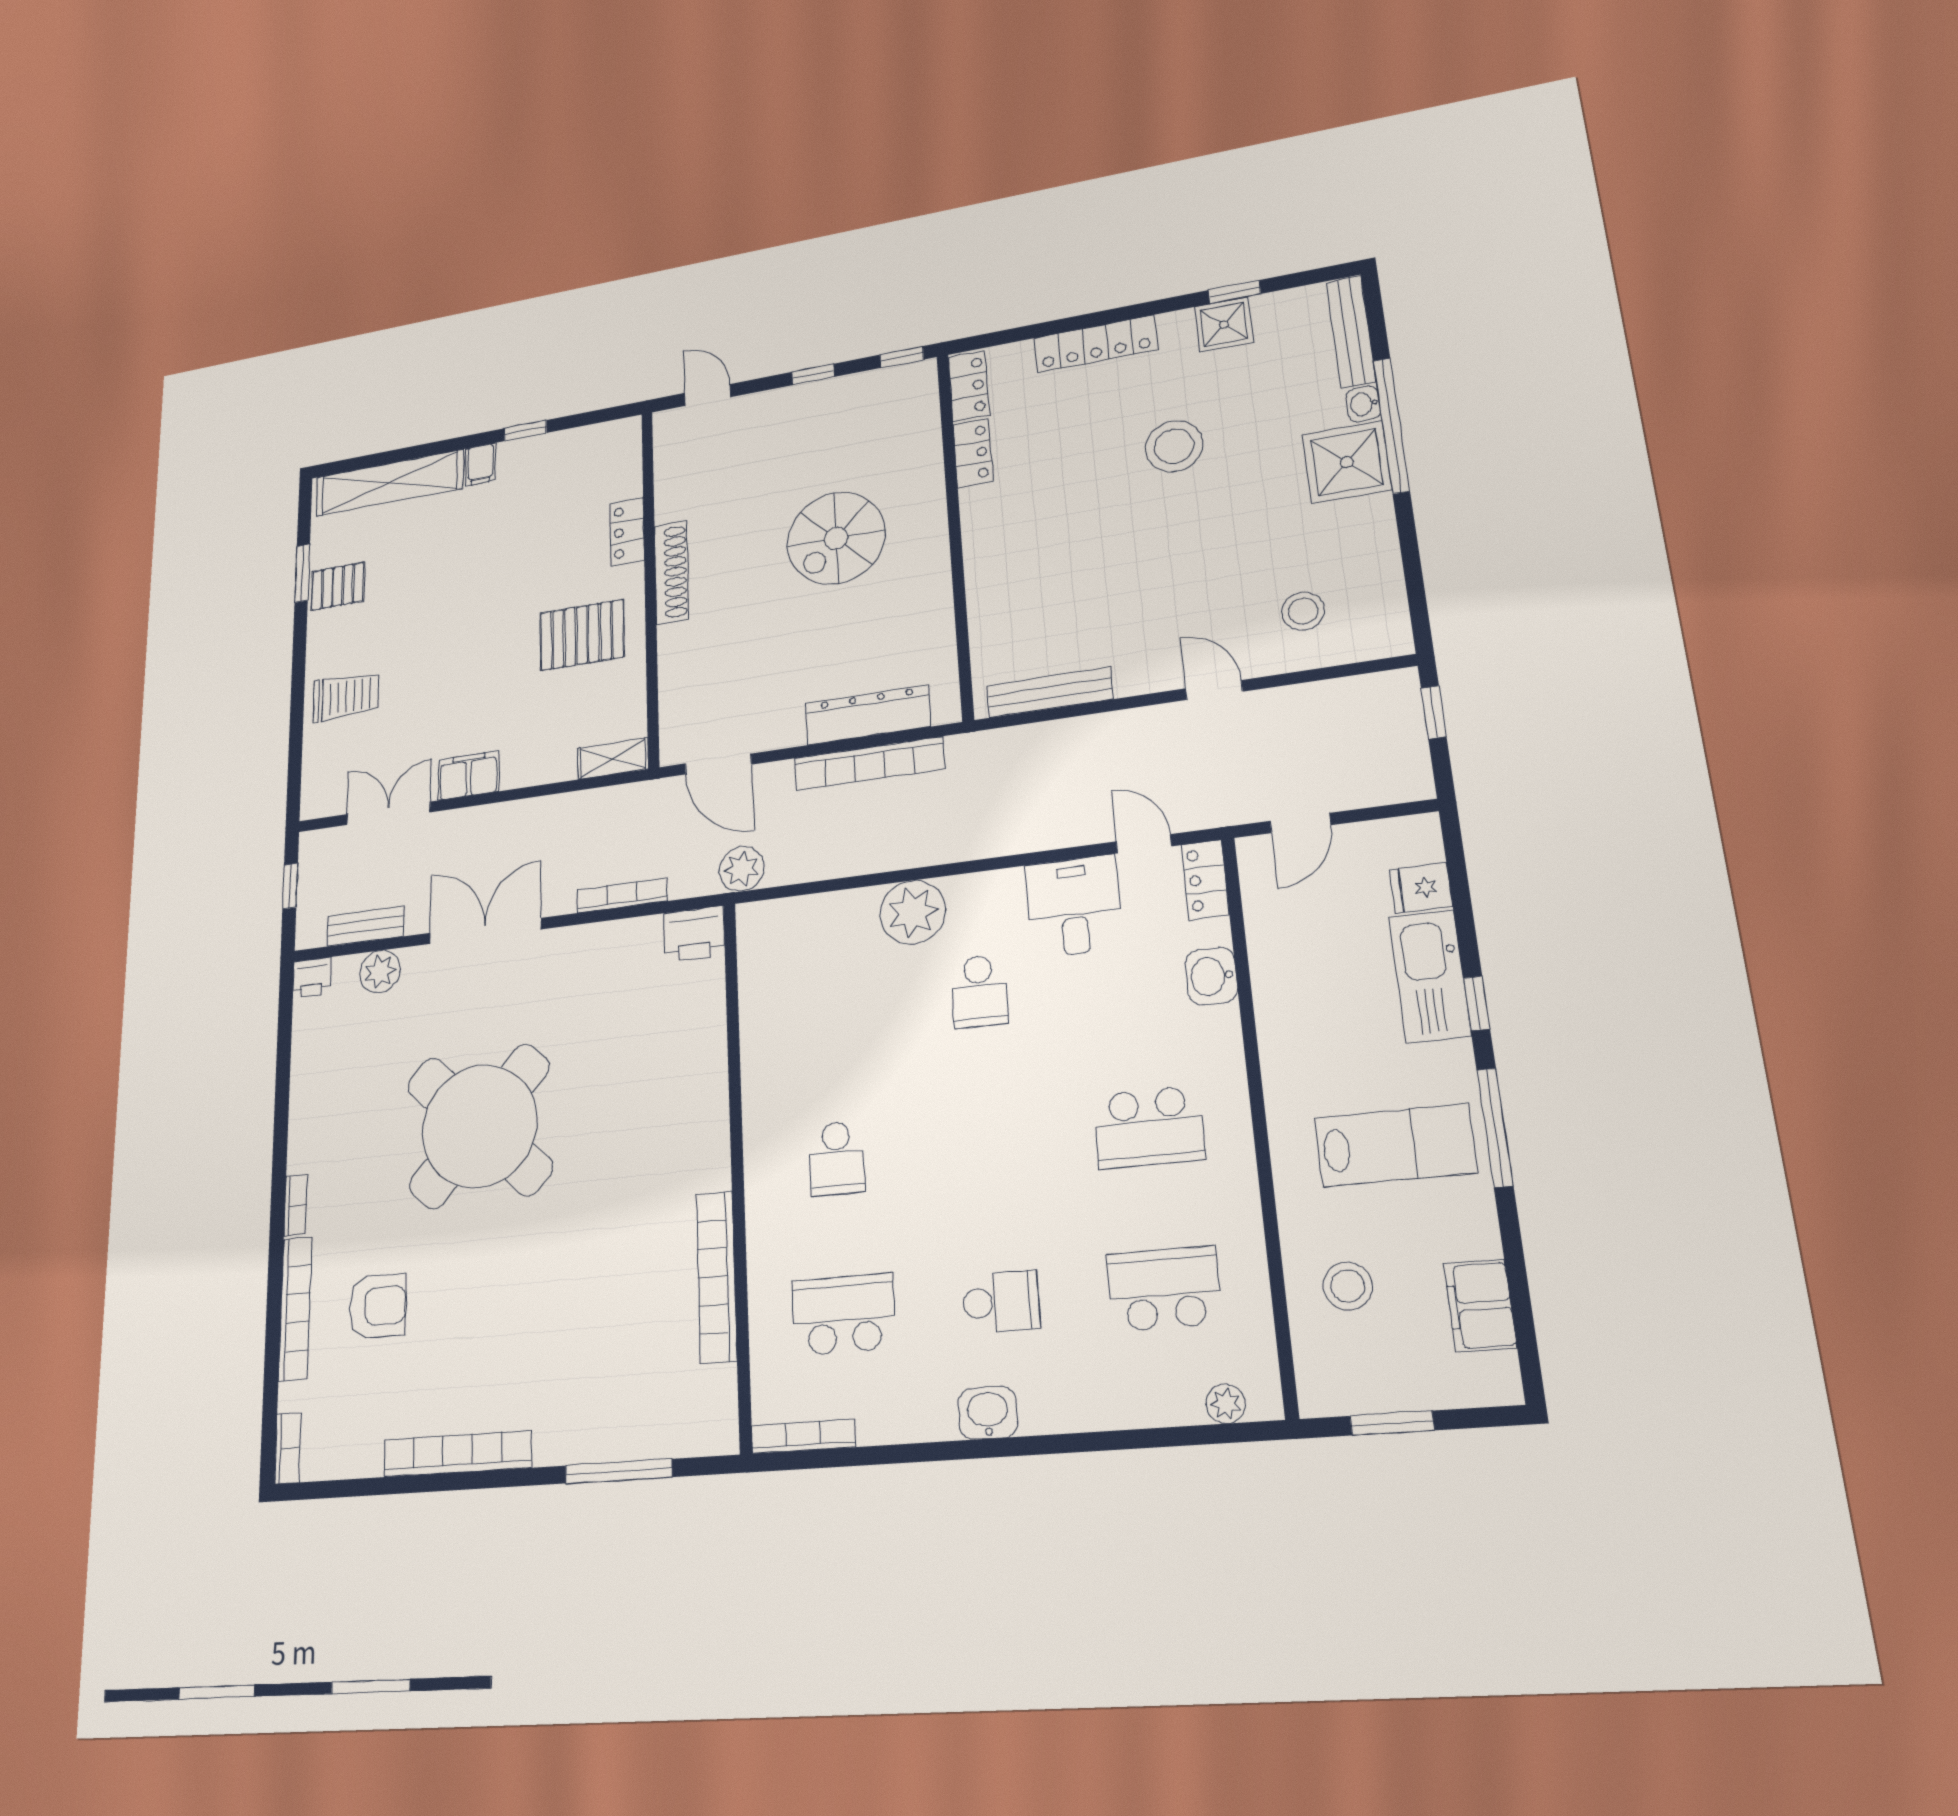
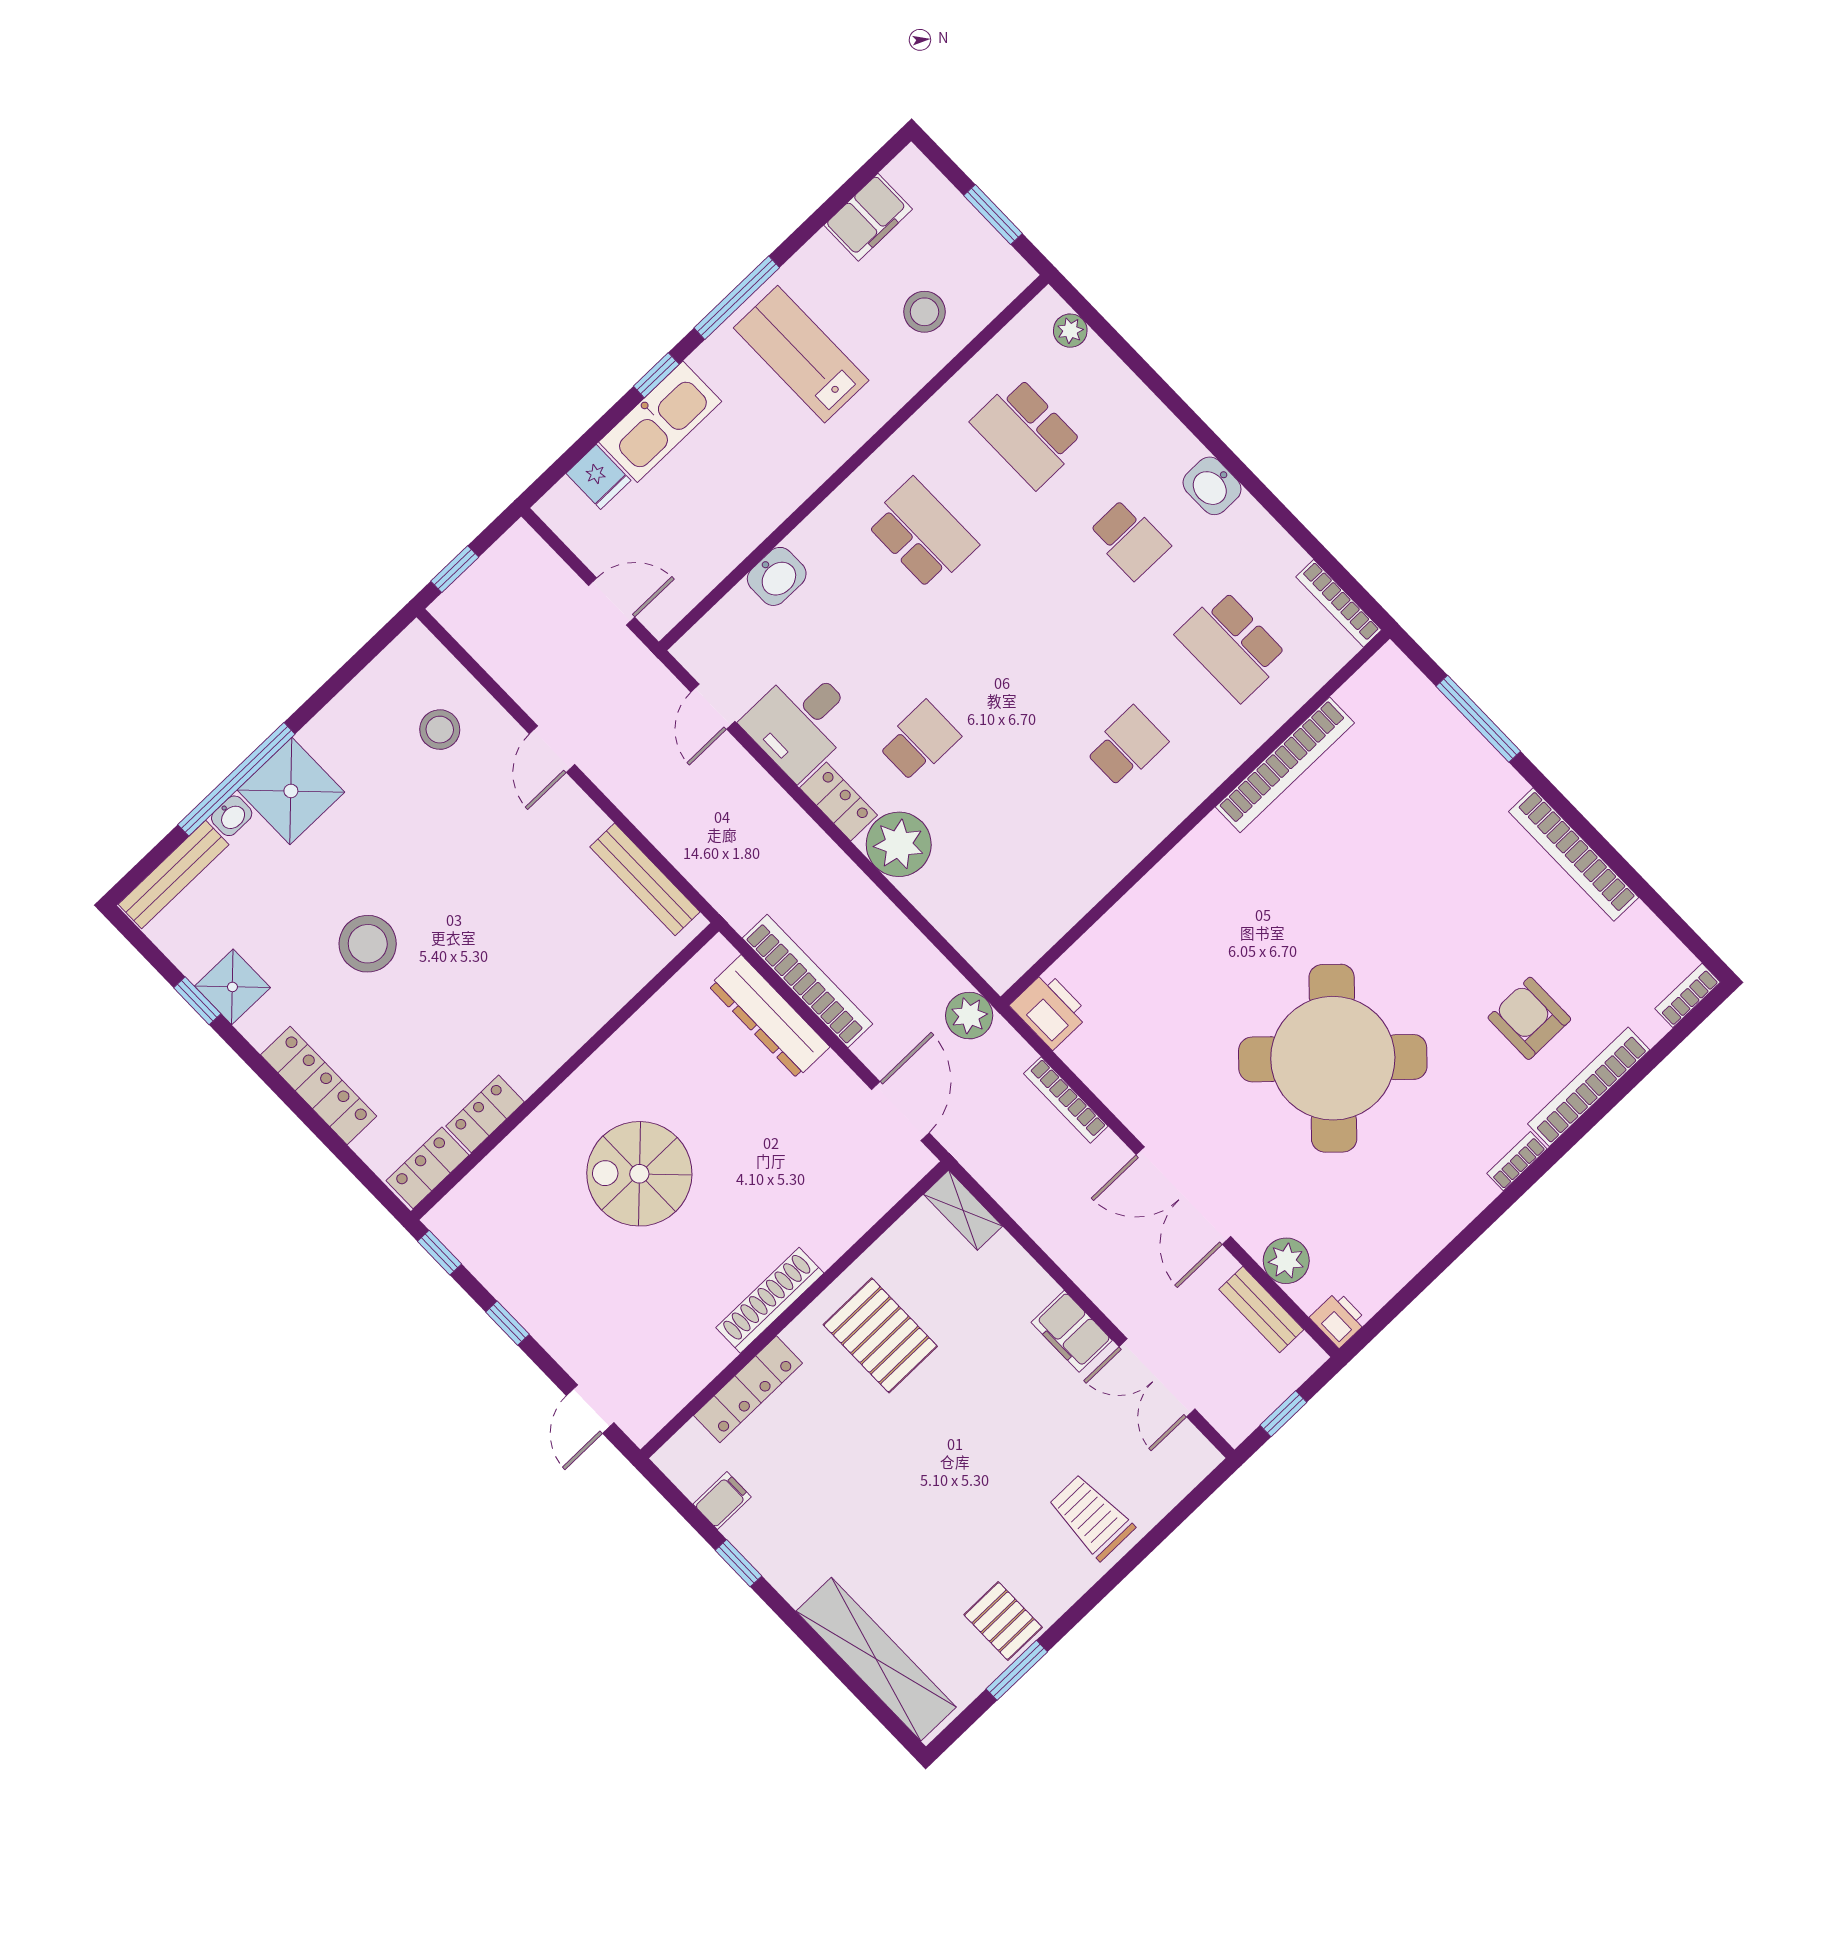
filing cabinet: (481, 465) -> (722, 1501), moved
locker: (627, 531) -> (748, 1389), width x1.53
spiral stairs: (836, 538) -> (639, 1174), turned 180
locker: (1205, 880) -> (838, 802), moved, turned -90
school desk: (1001, 1302) -> (1129, 539), turned 180

